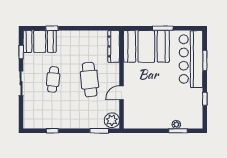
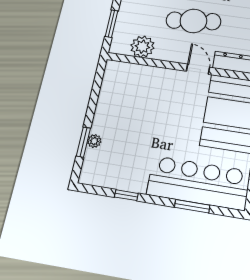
door: (121, 93) -> (198, 69), moved
plant: (112, 120) -> (142, 47), moved

